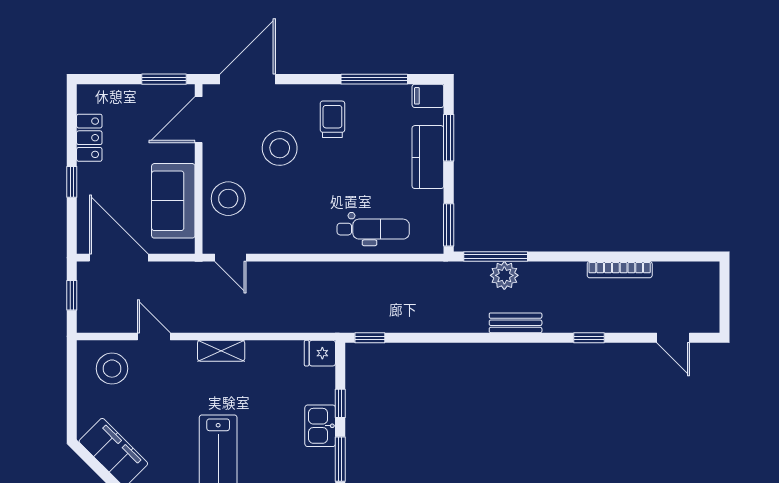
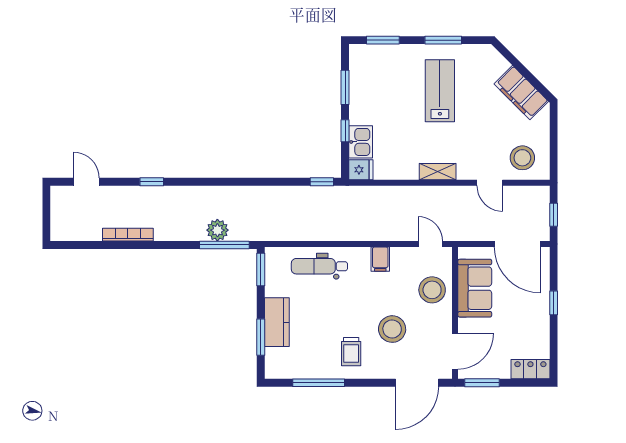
filing cabinet: (428, 96) -> (380, 259), moved, turned 90
locker: (89, 138) -> (530, 369), moved, turned 90
bench: (516, 323) -> (209, 193), removed
kitchen sink: (320, 426) -> (361, 142), moved

